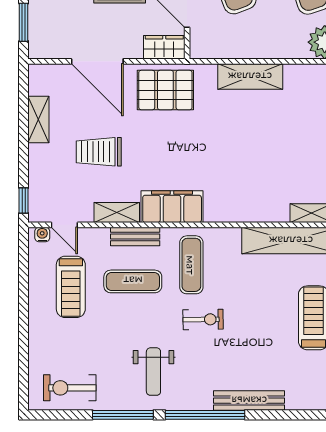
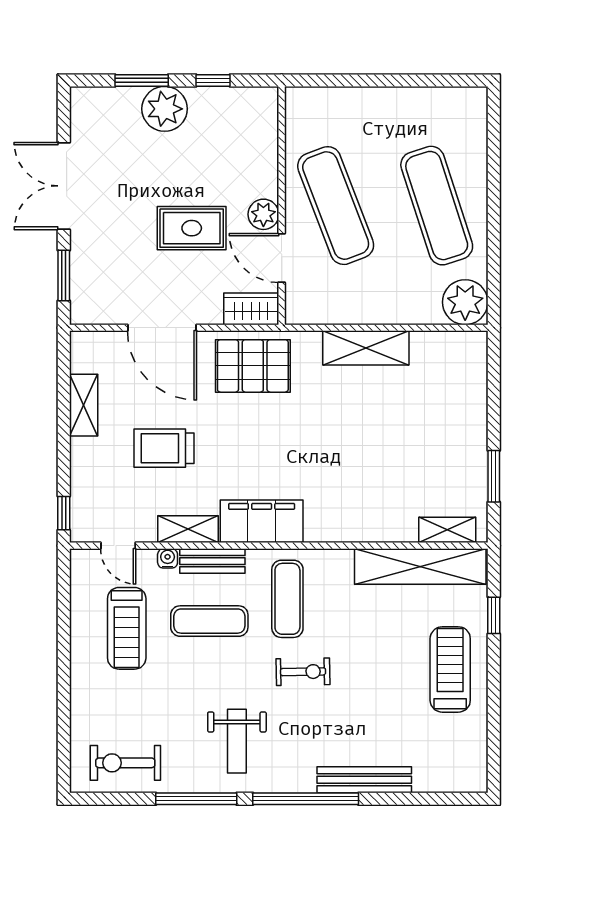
water cooler: (42, 234) -> (168, 558), moved

